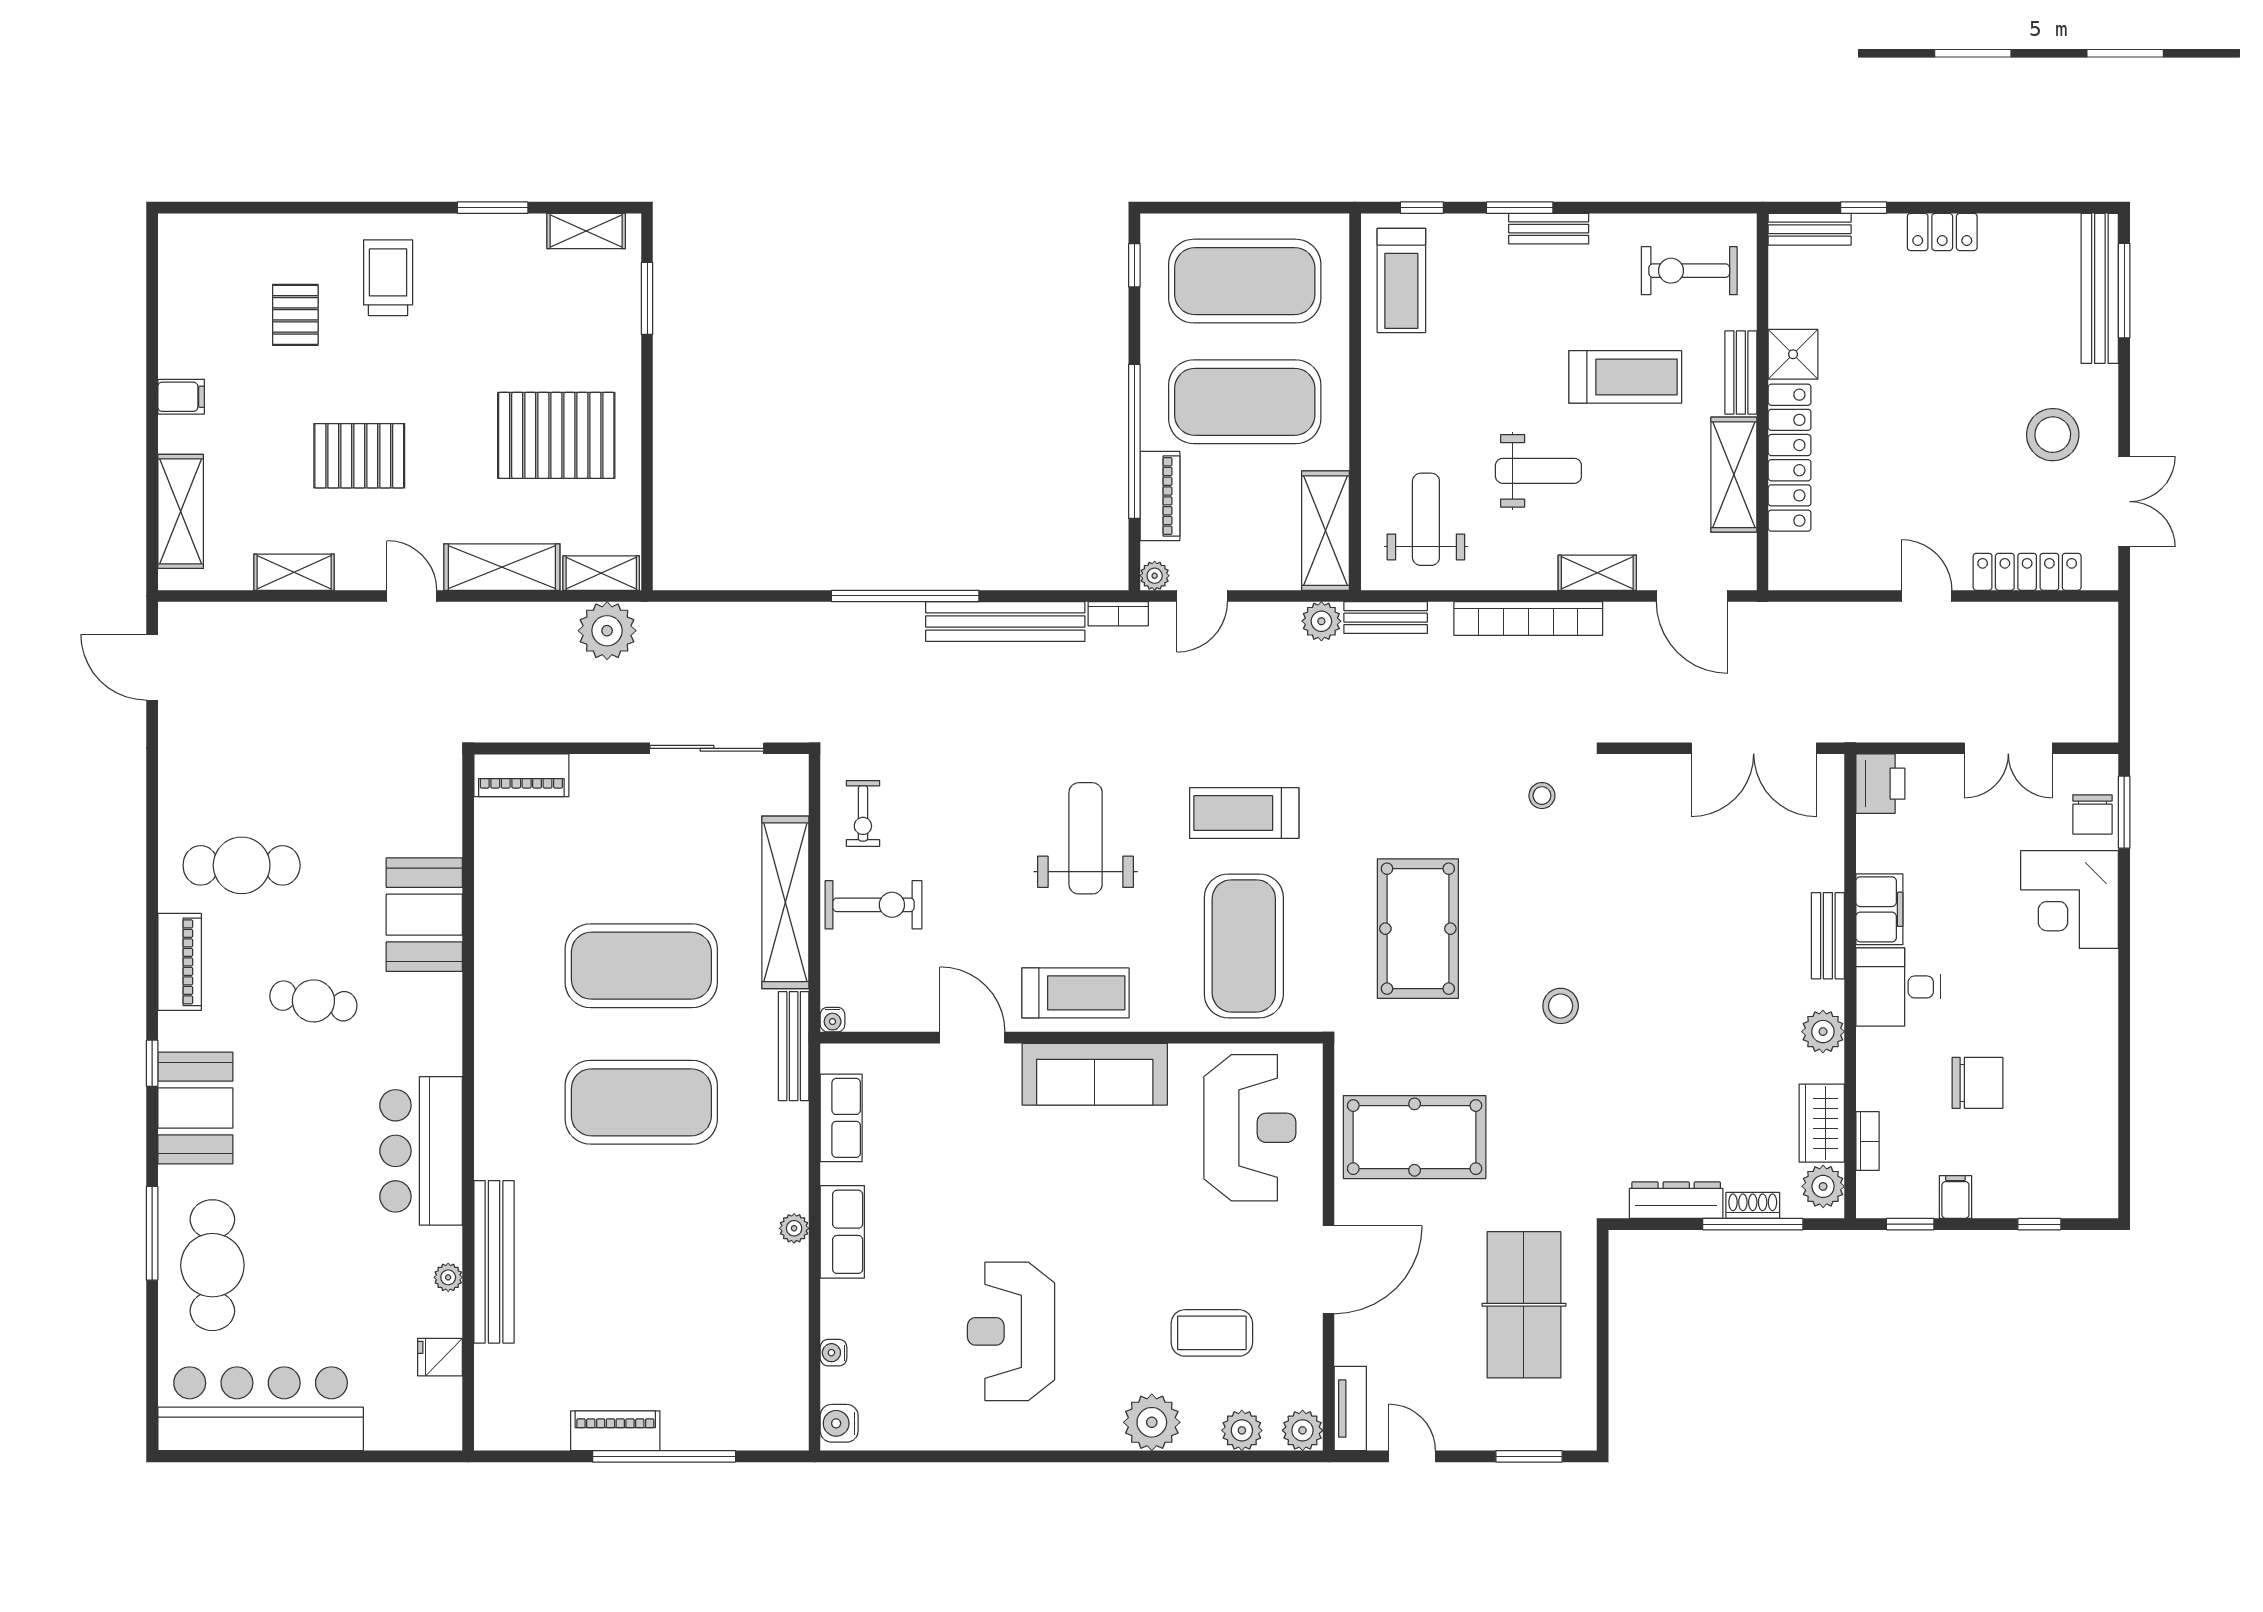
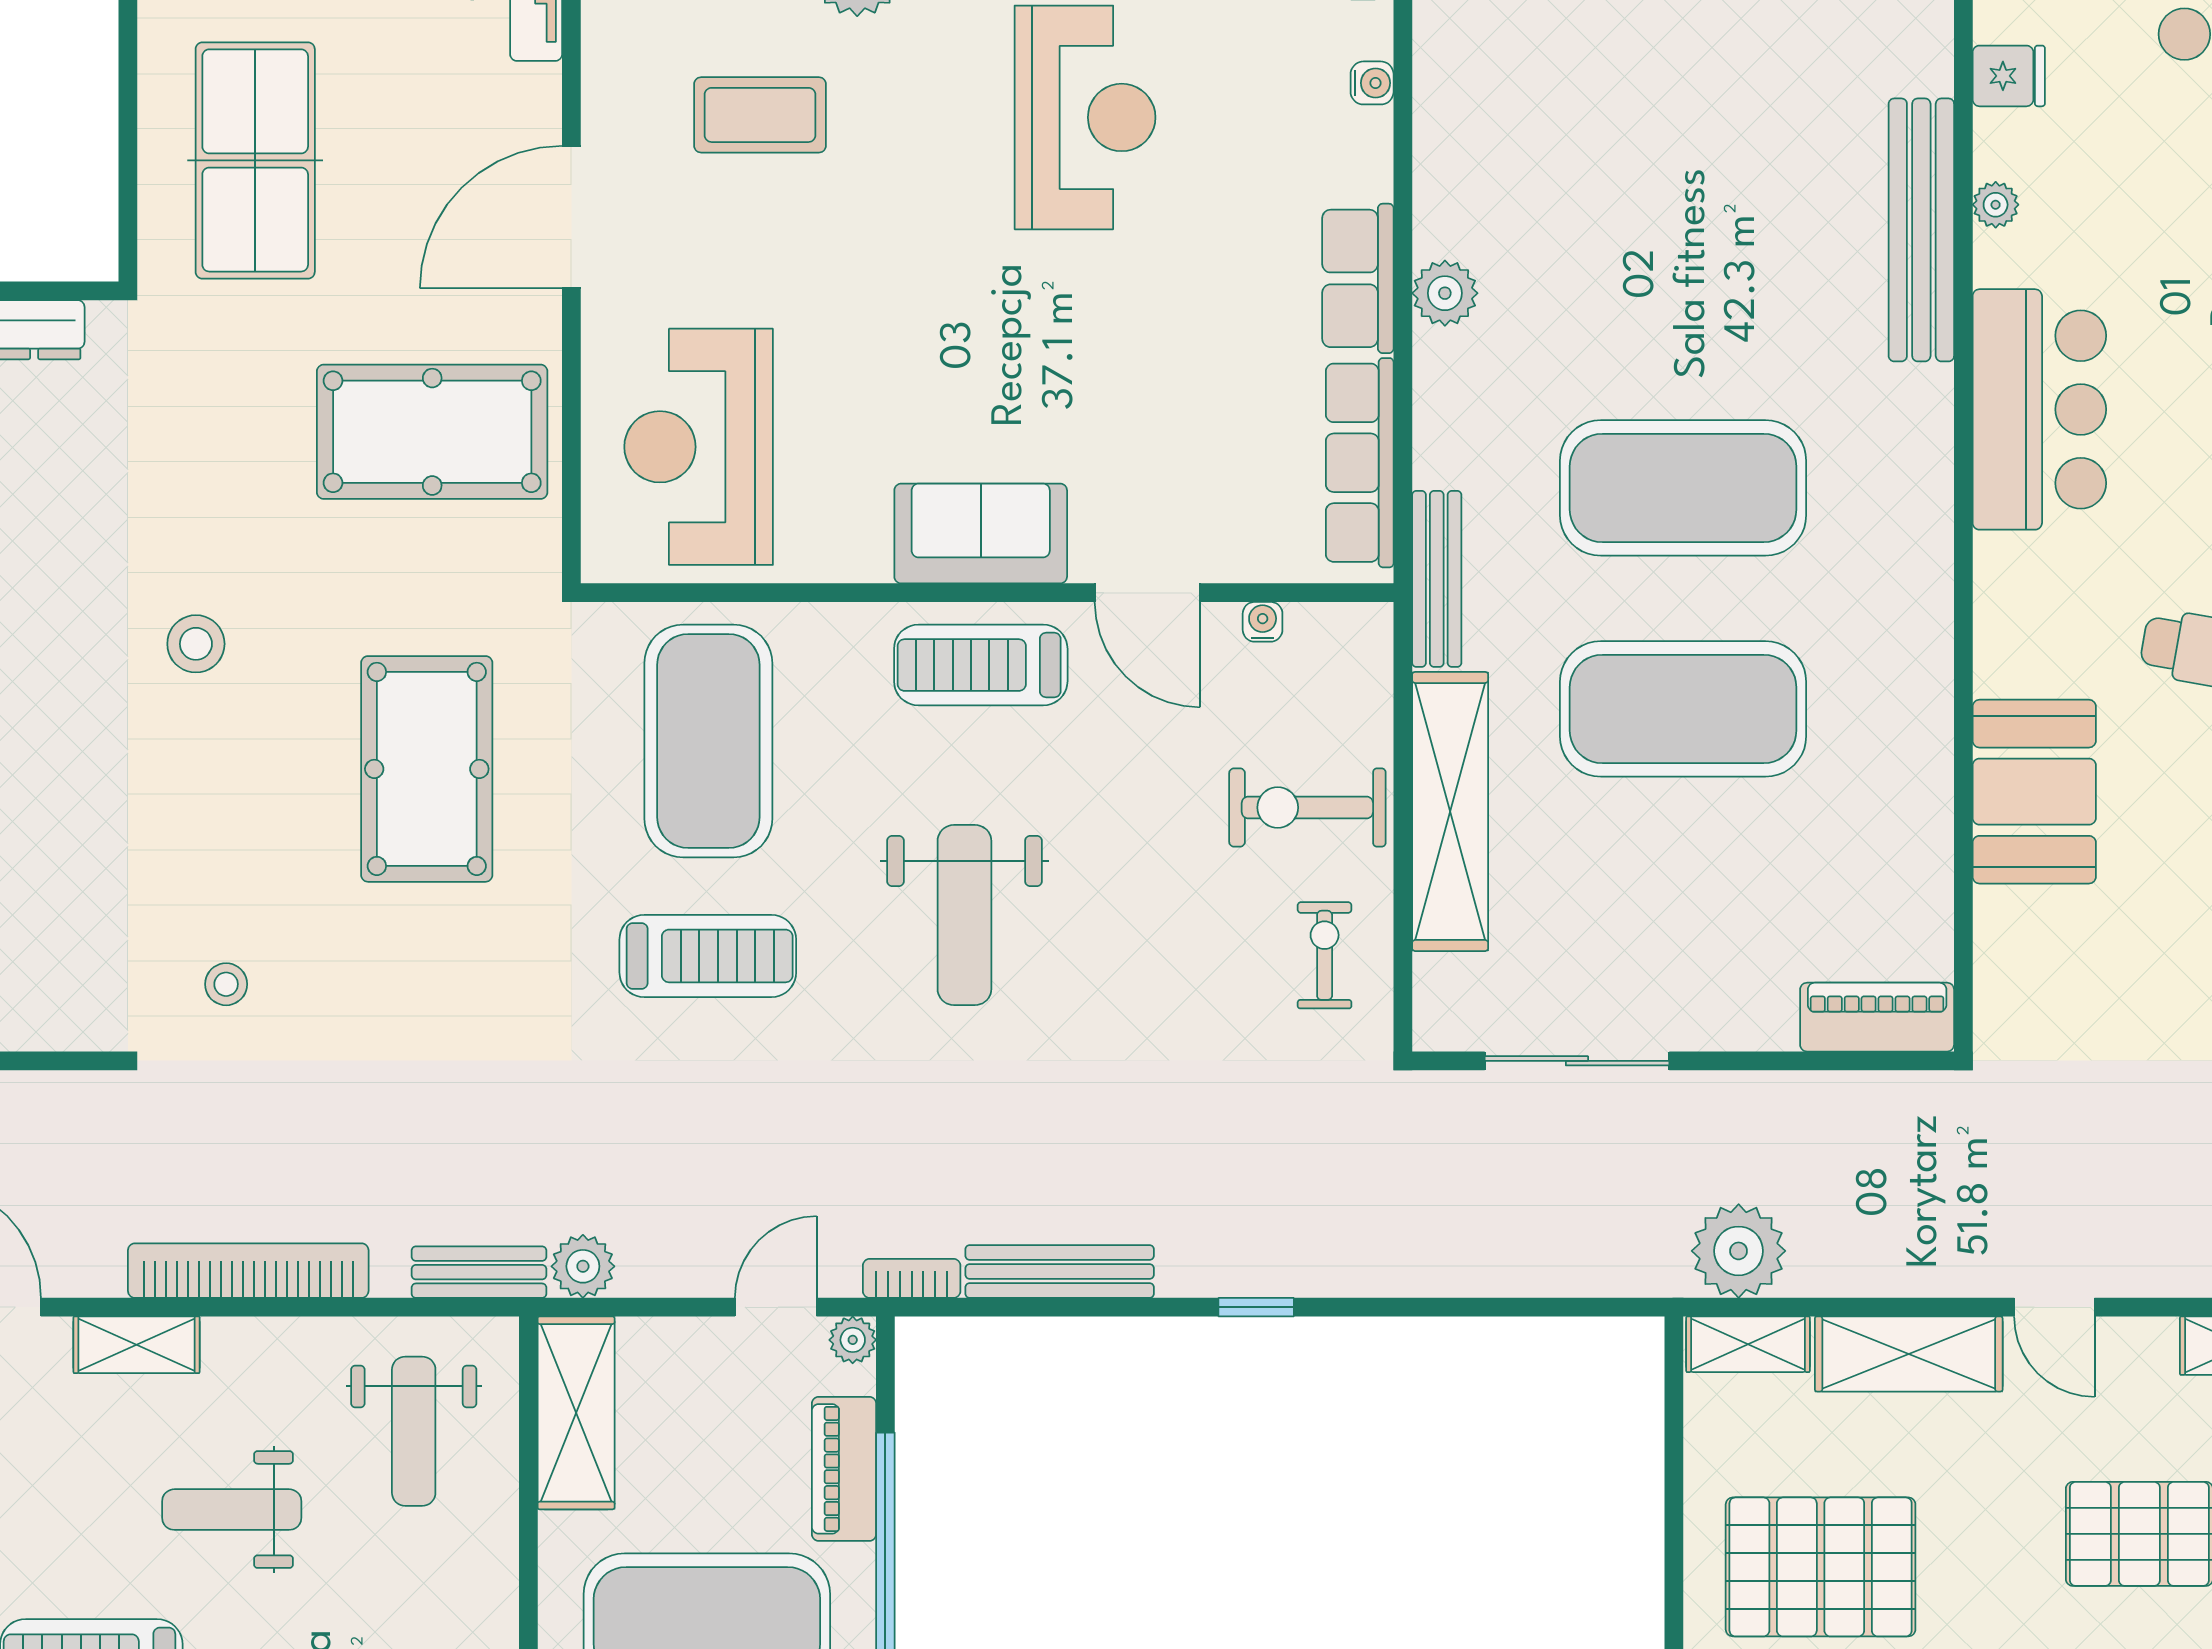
window: (905, 596) -> (1256, 1307), width x0.32
bench: (1005, 622) -> (1060, 1271), width x0.73, depth x0.82
water cooler: (833, 1020) -> (1263, 622), moved
sofa: (1095, 1074) -> (981, 534), width x0.73
row of seats: (841, 1118) -> (1360, 463), width x1.48
plant: (794, 1228) -> (1445, 293), width x1.38, depth x1.38

